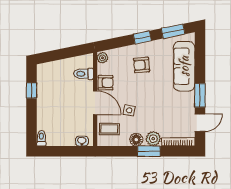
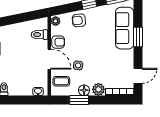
armchair: (142, 65) -> (79, 20), moved
window: (200, 95) -> (138, 37), moved
window: (149, 151) -> (79, 100), moved

